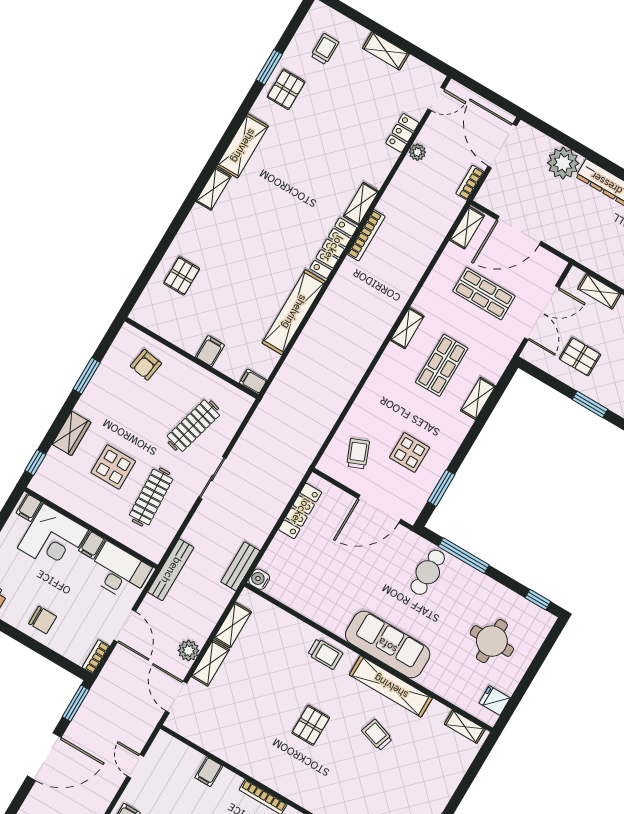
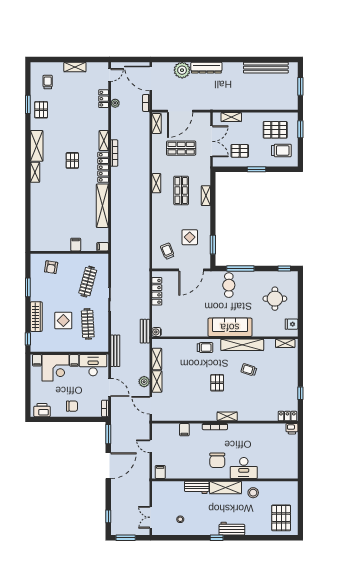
pallet: (182, 276) -> (72, 160), moved
wardrobe: (72, 433) -> (36, 317), width x1.50
shelving: (294, 792) -> (227, 416), added

